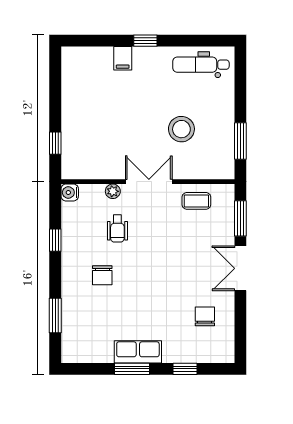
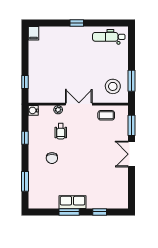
filing cabinet: (123, 58) -> (33, 33), moved
stool: (181, 129) -> (113, 86), moved
chair: (205, 316) -> (111, 182), removed

